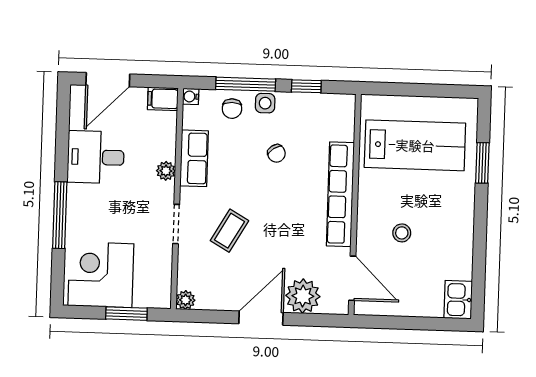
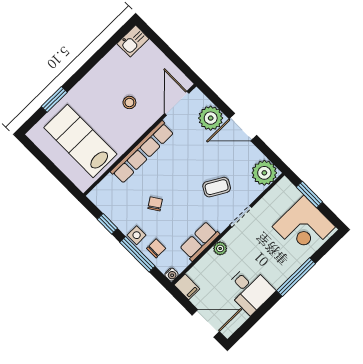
plant: (186, 300) -> (264, 173), width x1.88, depth x1.88

